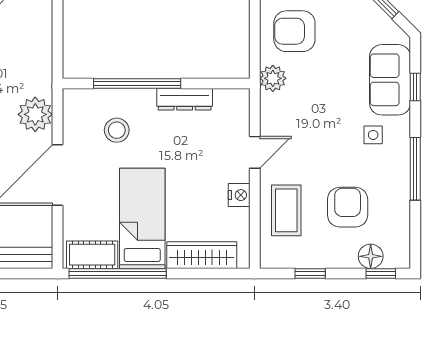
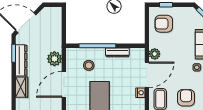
plant: (273, 78) -> (155, 54), moved
door: (255, 152) -> (147, 75), width x1.87

